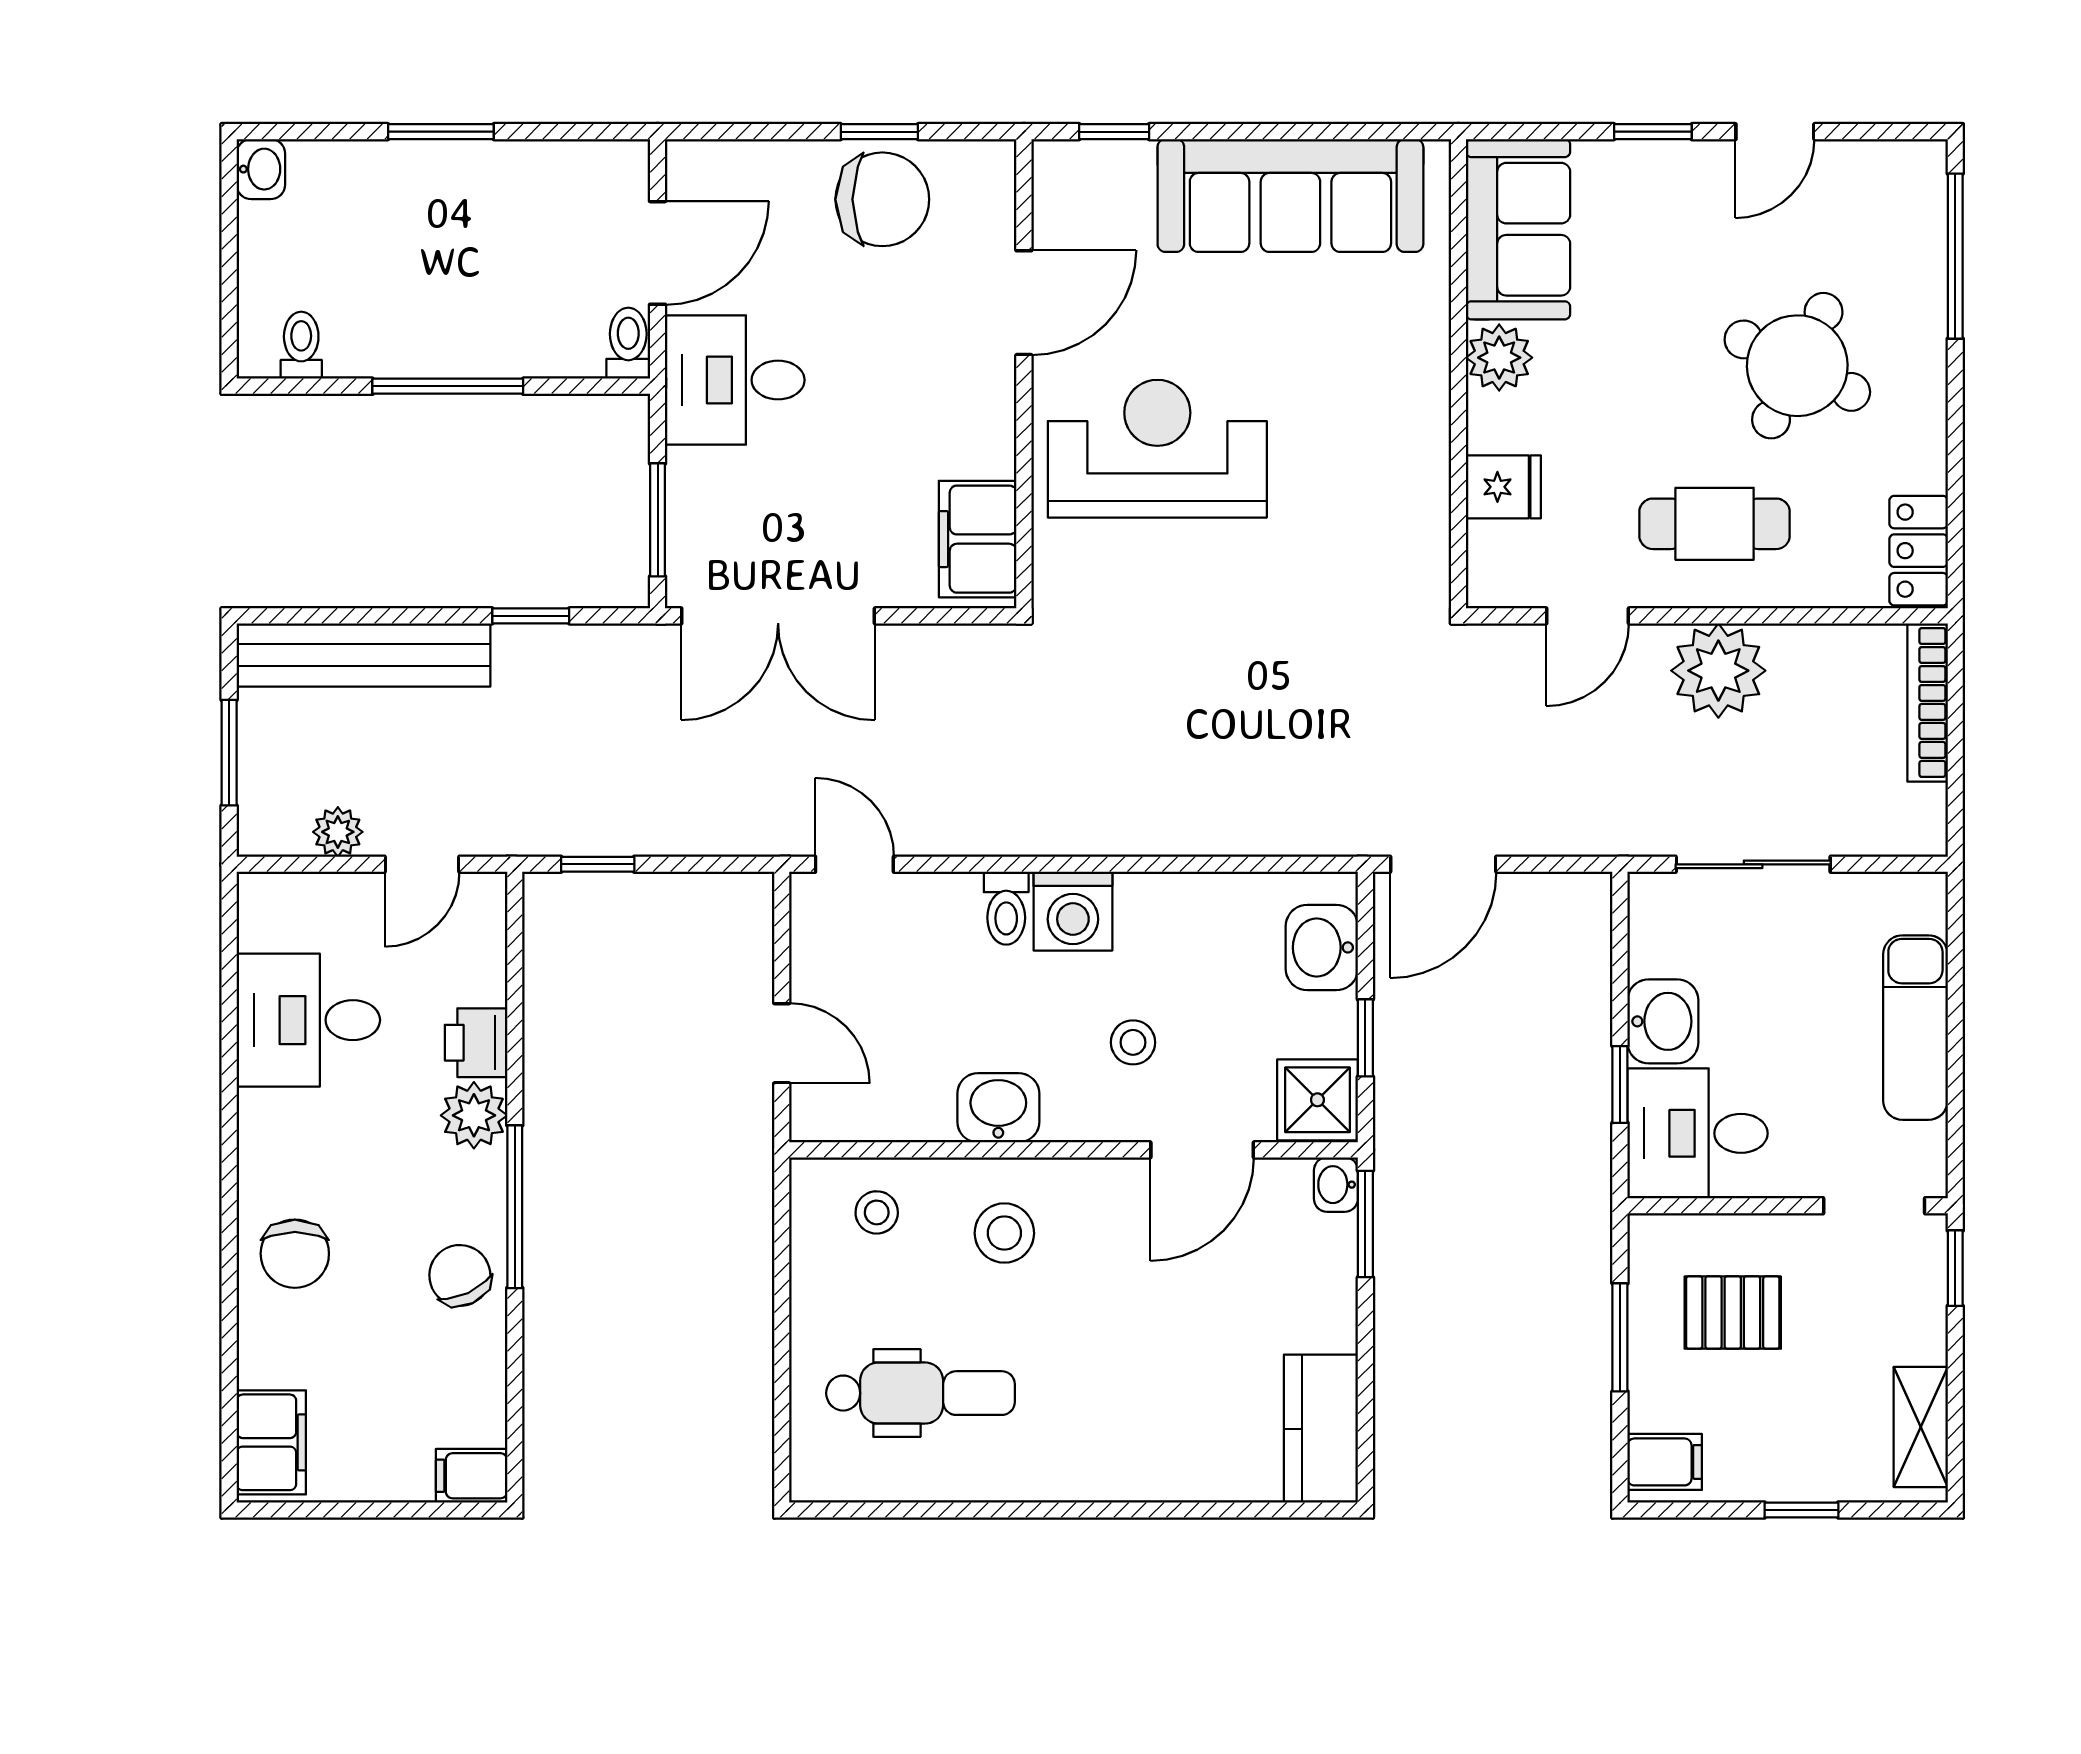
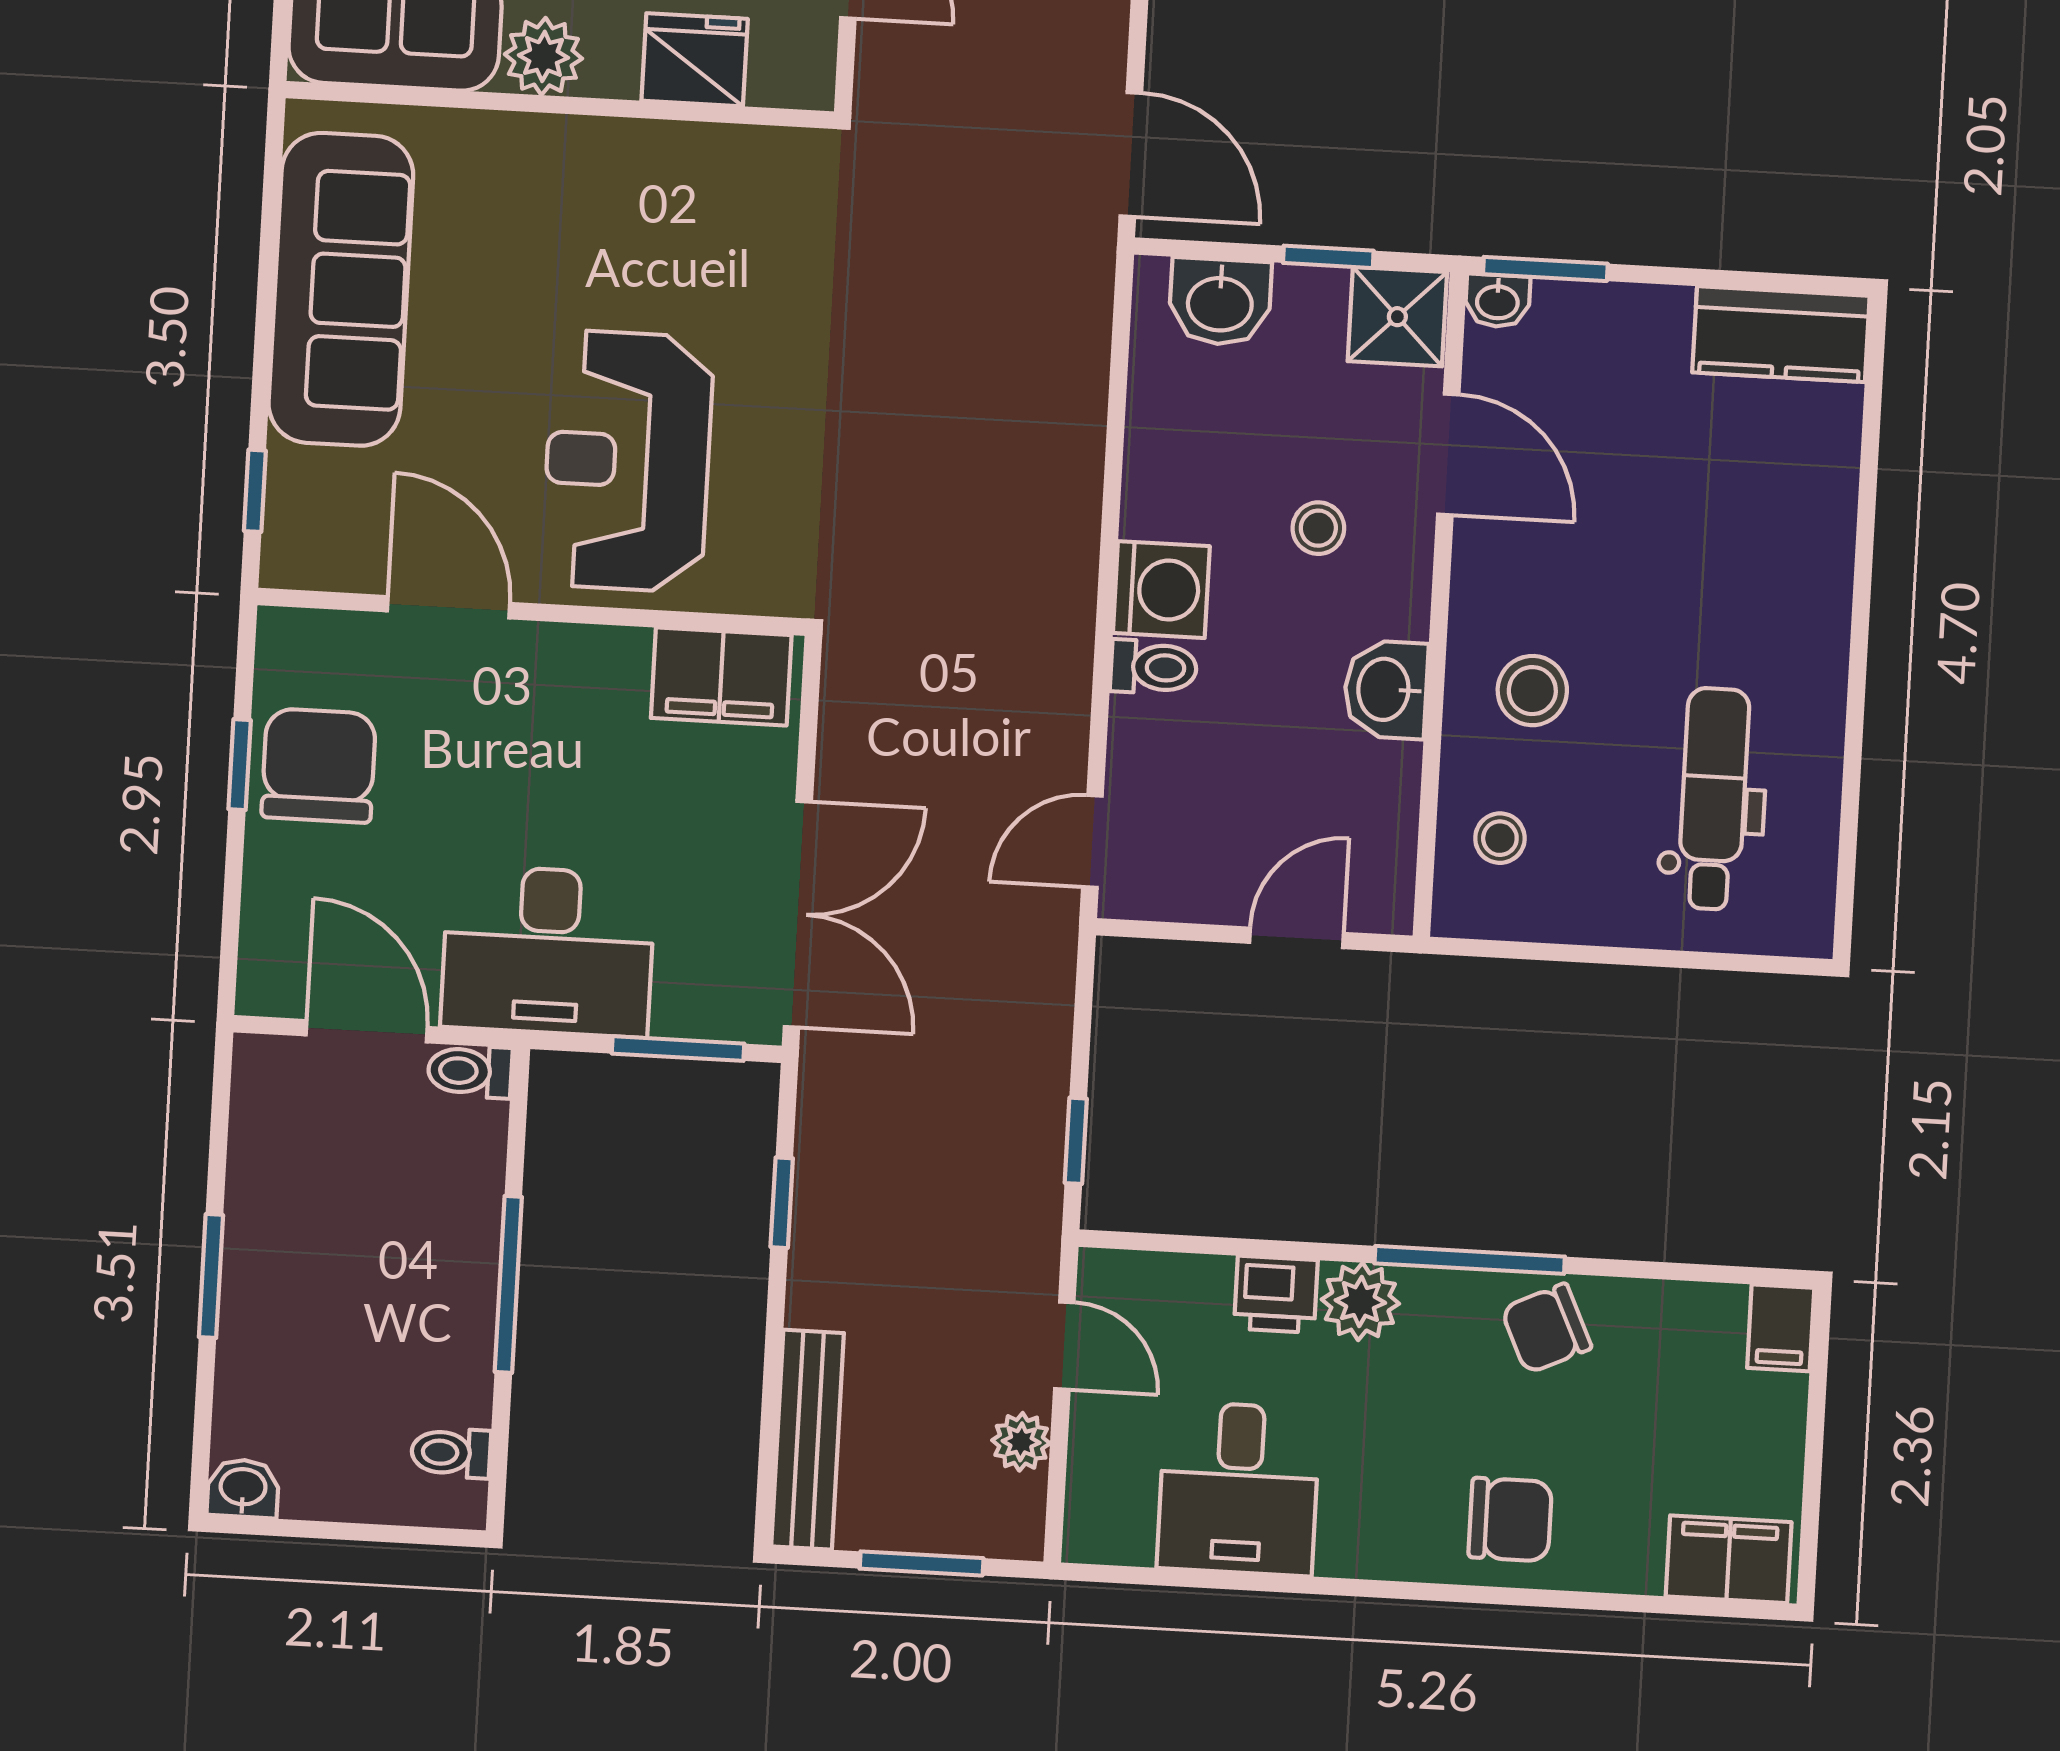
desk: (735, 380) -> (548, 951), width x1.37
fridge: (1503, 487) -> (695, 60), width x1.38
bench: (363, 655) -> (808, 1440), width x0.73, depth x0.82

